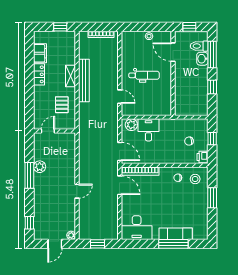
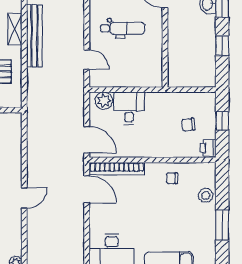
stool: (195, 179) -> (206, 195), moved
window: (212, 198) -> (222, 225), moved

